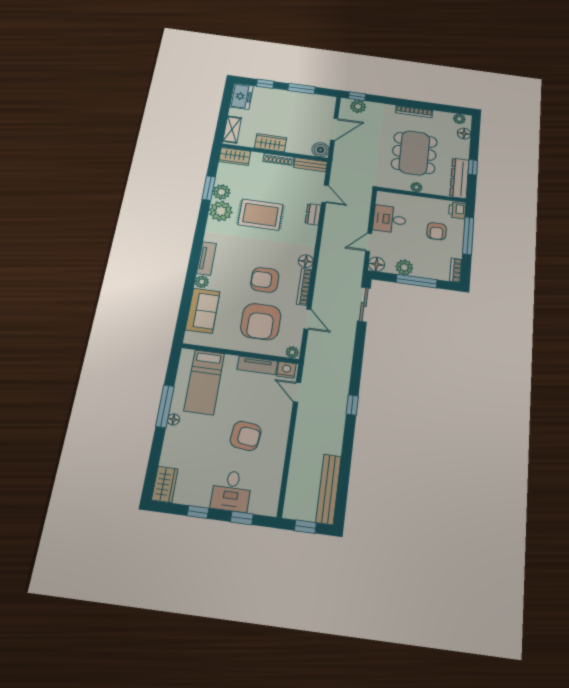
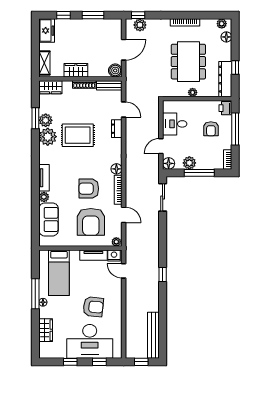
wardrobe: (165, 484) -> (46, 330), moved
desk: (231, 491) -> (90, 341), width x1.87, depth x1.30

